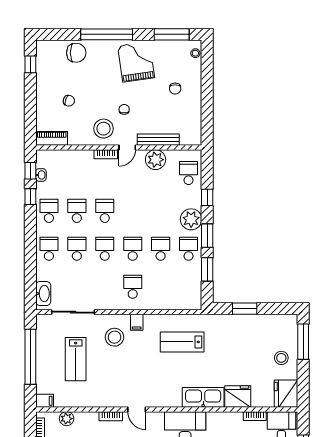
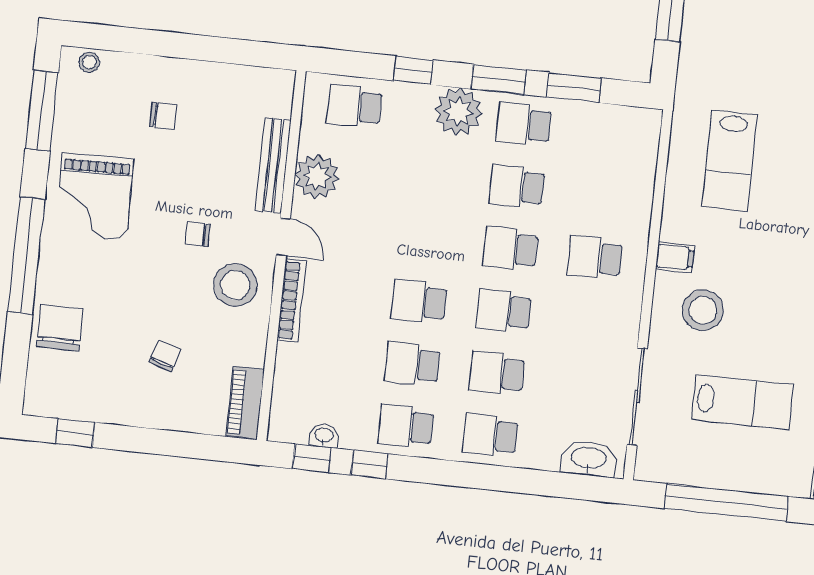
grand piano: (136, 62) -> (94, 196), turned -83
bookcase: (106, 154) -> (292, 301), width x1.56

